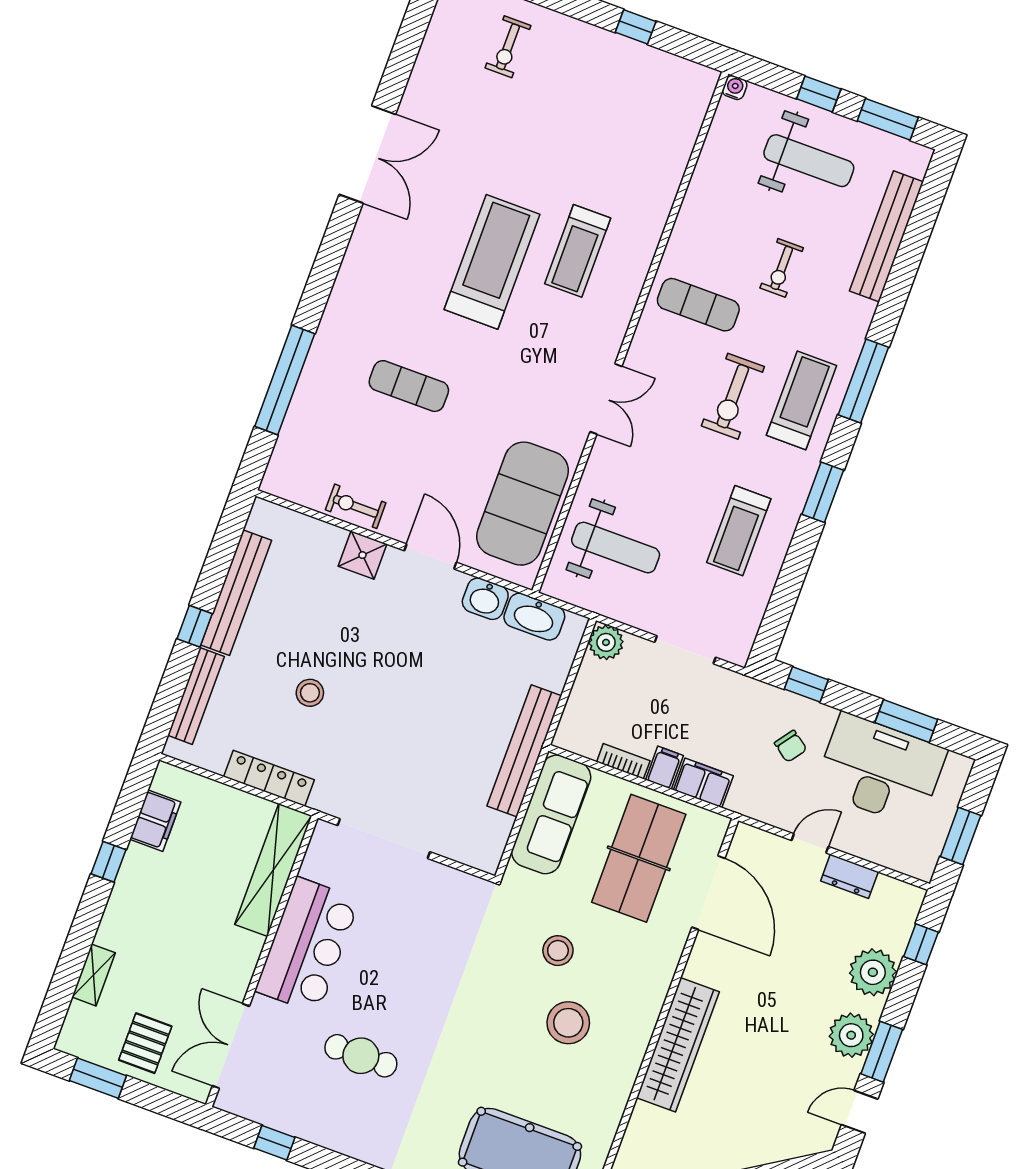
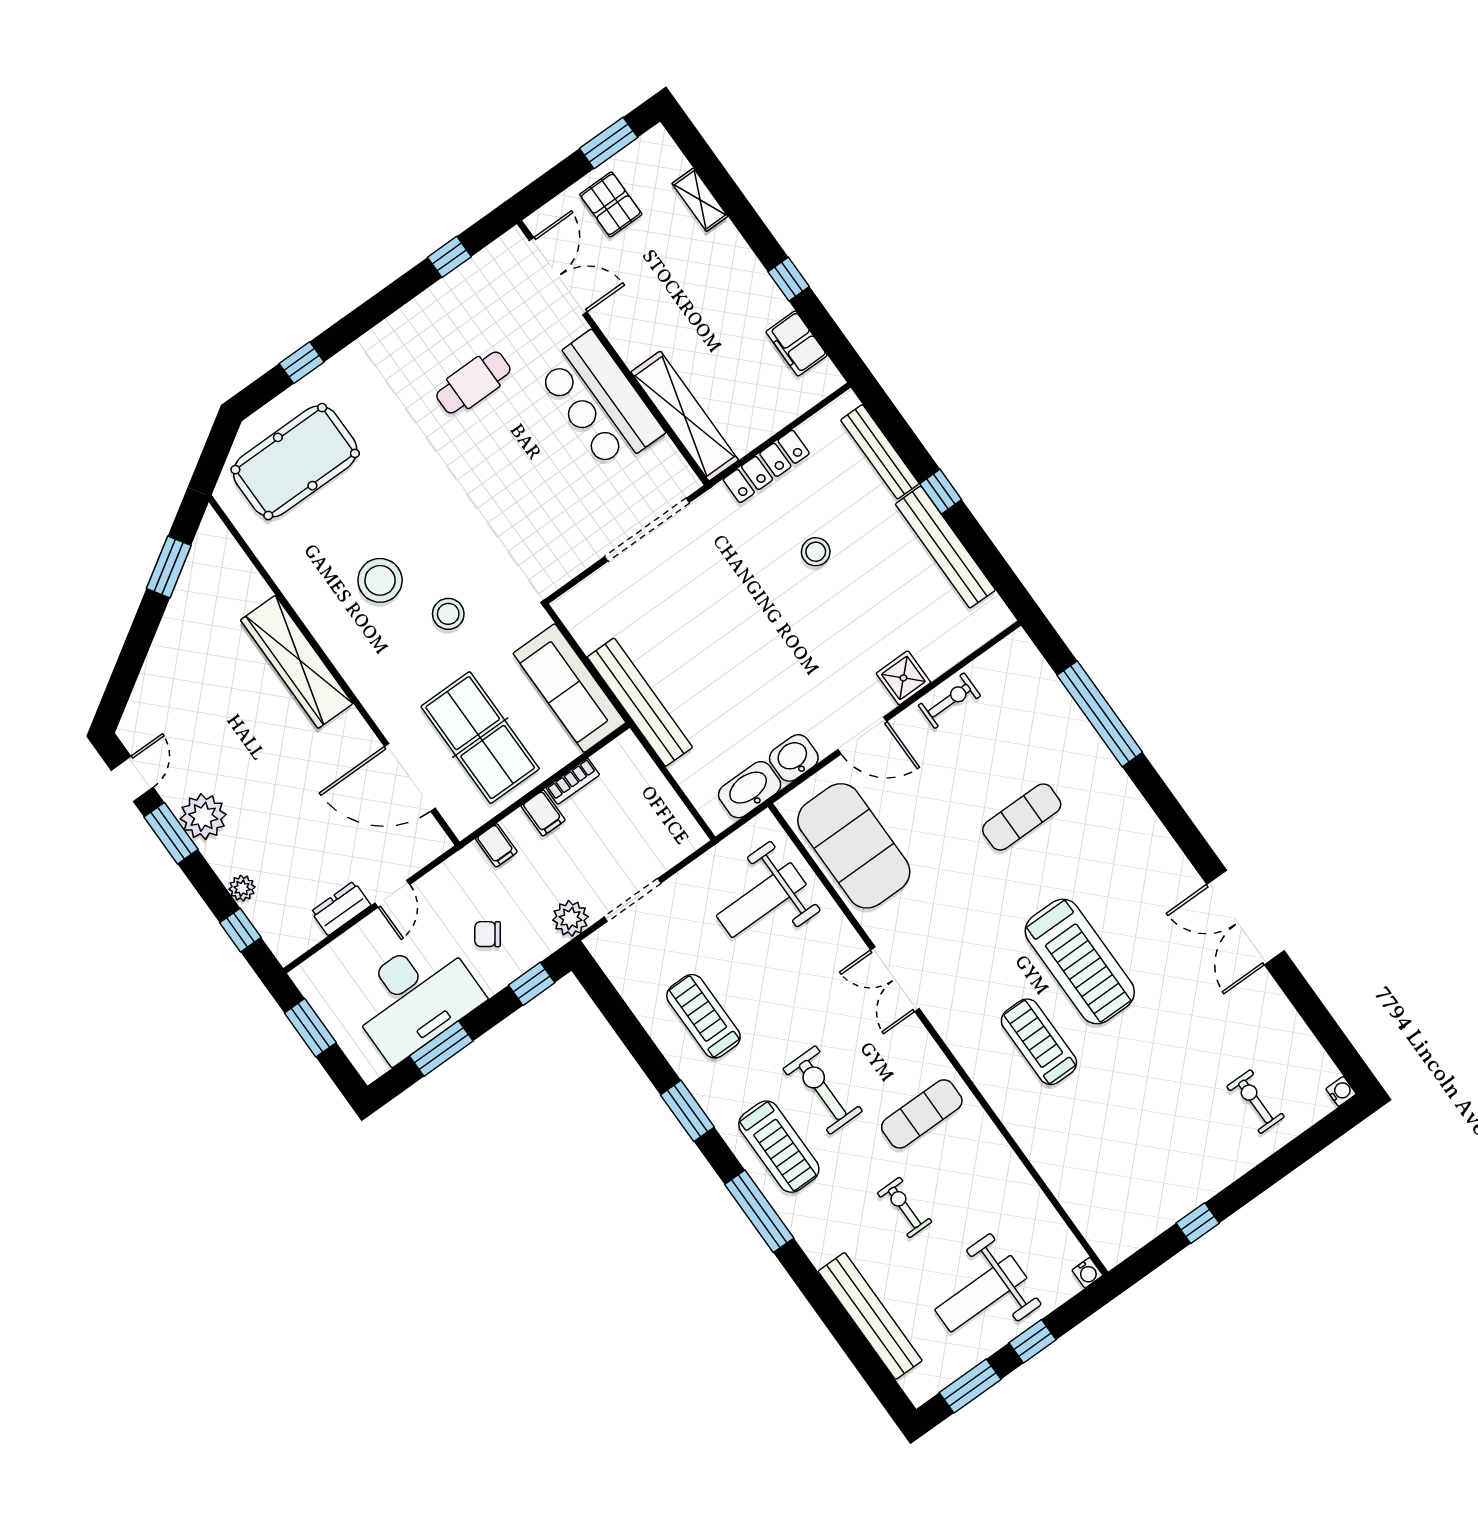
plant: (606, 642) -> (570, 918), moved
filing cabinet: (703, 783) -> (496, 845), width x0.50
plant: (873, 972) -> (242, 888), width x0.53, depth x0.53

